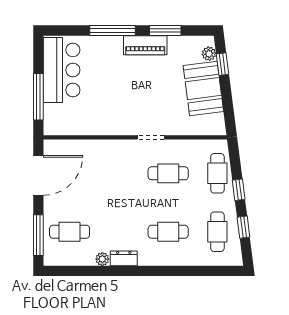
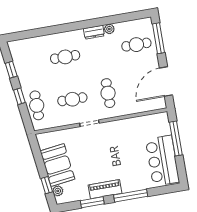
cafe table: (217, 232) -> (108, 93), moved

